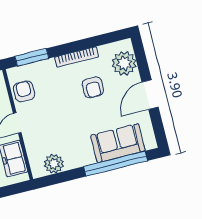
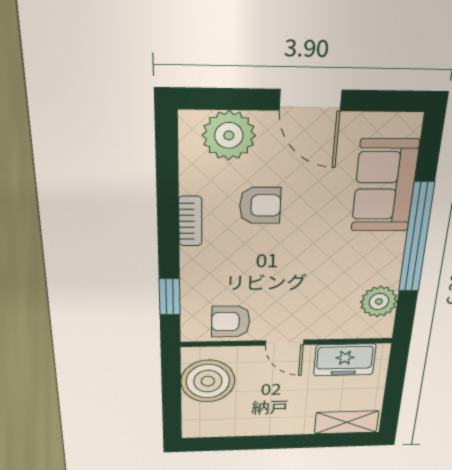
window: (32, 57) -> (170, 297), width x0.67
bookcase: (77, 57) -> (190, 221), width x0.64
window: (116, 164) -> (416, 238), moved

